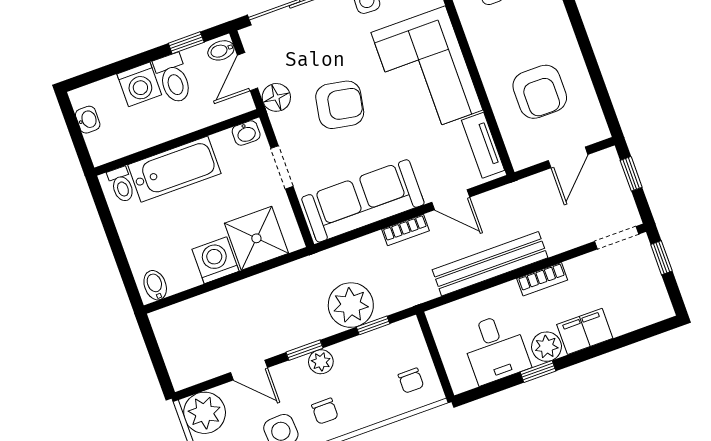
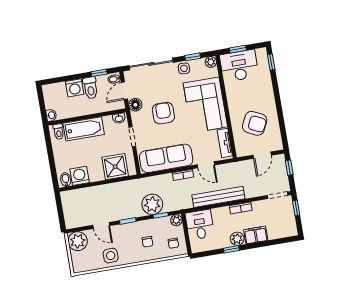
armchair: (540, 92) -> (255, 123), turned -64
armchair: (340, 105) -> (163, 113), turned -100
washbasin: (88, 120) -> (51, 115), moved
washing machine: (216, 260) -> (80, 176), moved
desk: (495, 349) -> (200, 225), moved, turned 180
plant: (321, 362) -> (176, 220), moved
chair: (325, 411) -> (147, 242), moved

